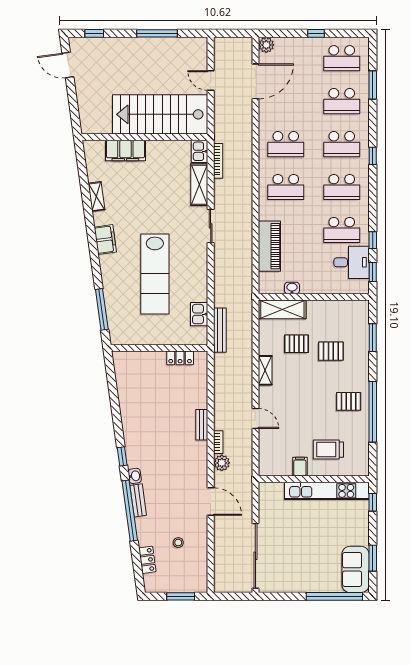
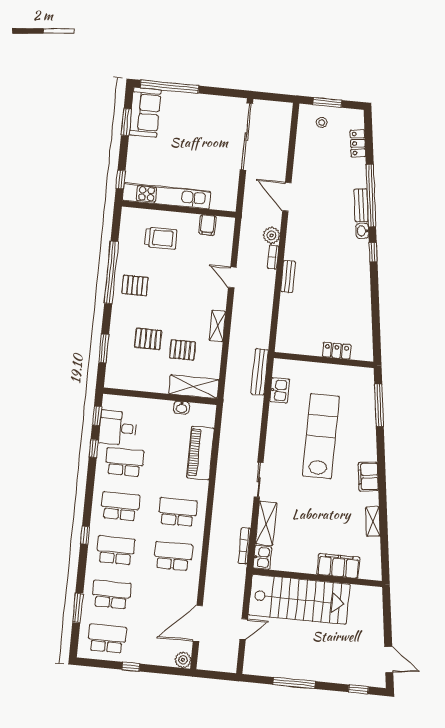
door: (211, 80) -> (244, 629), hinge flipped
locker: (180, 358) -> (337, 351), moved
filing cabinet: (300, 467) -> (208, 225), moved
stool: (178, 543) -> (322, 123), moved

